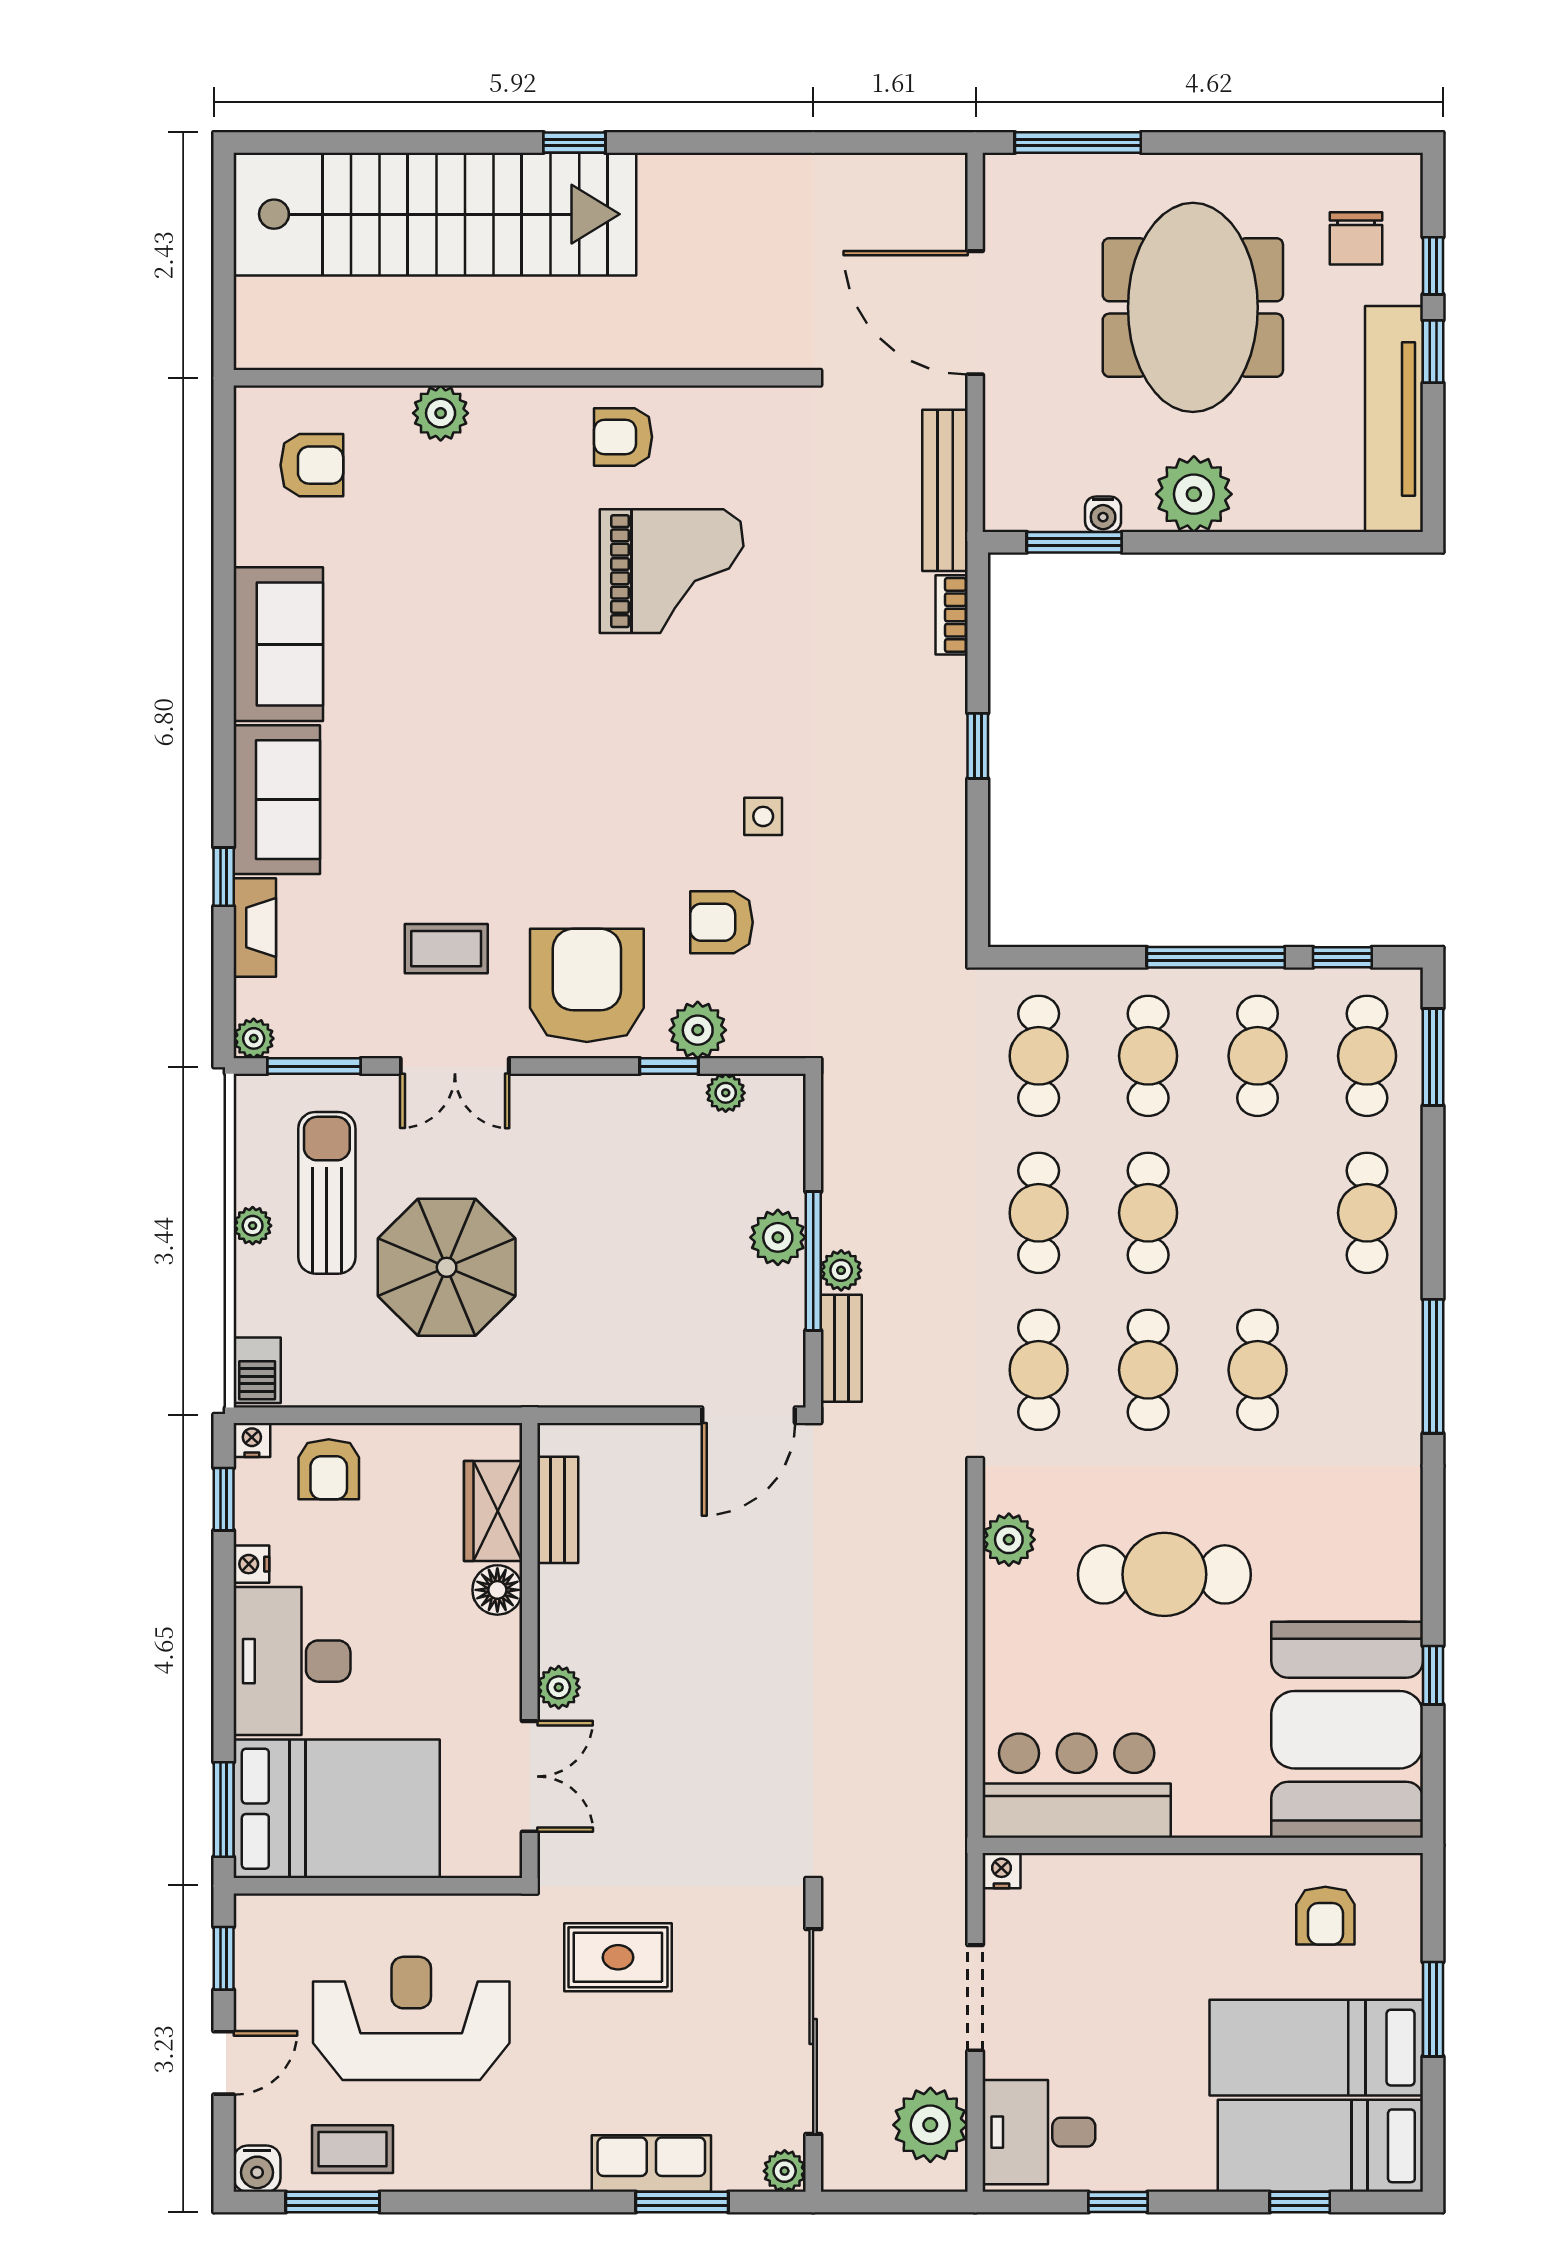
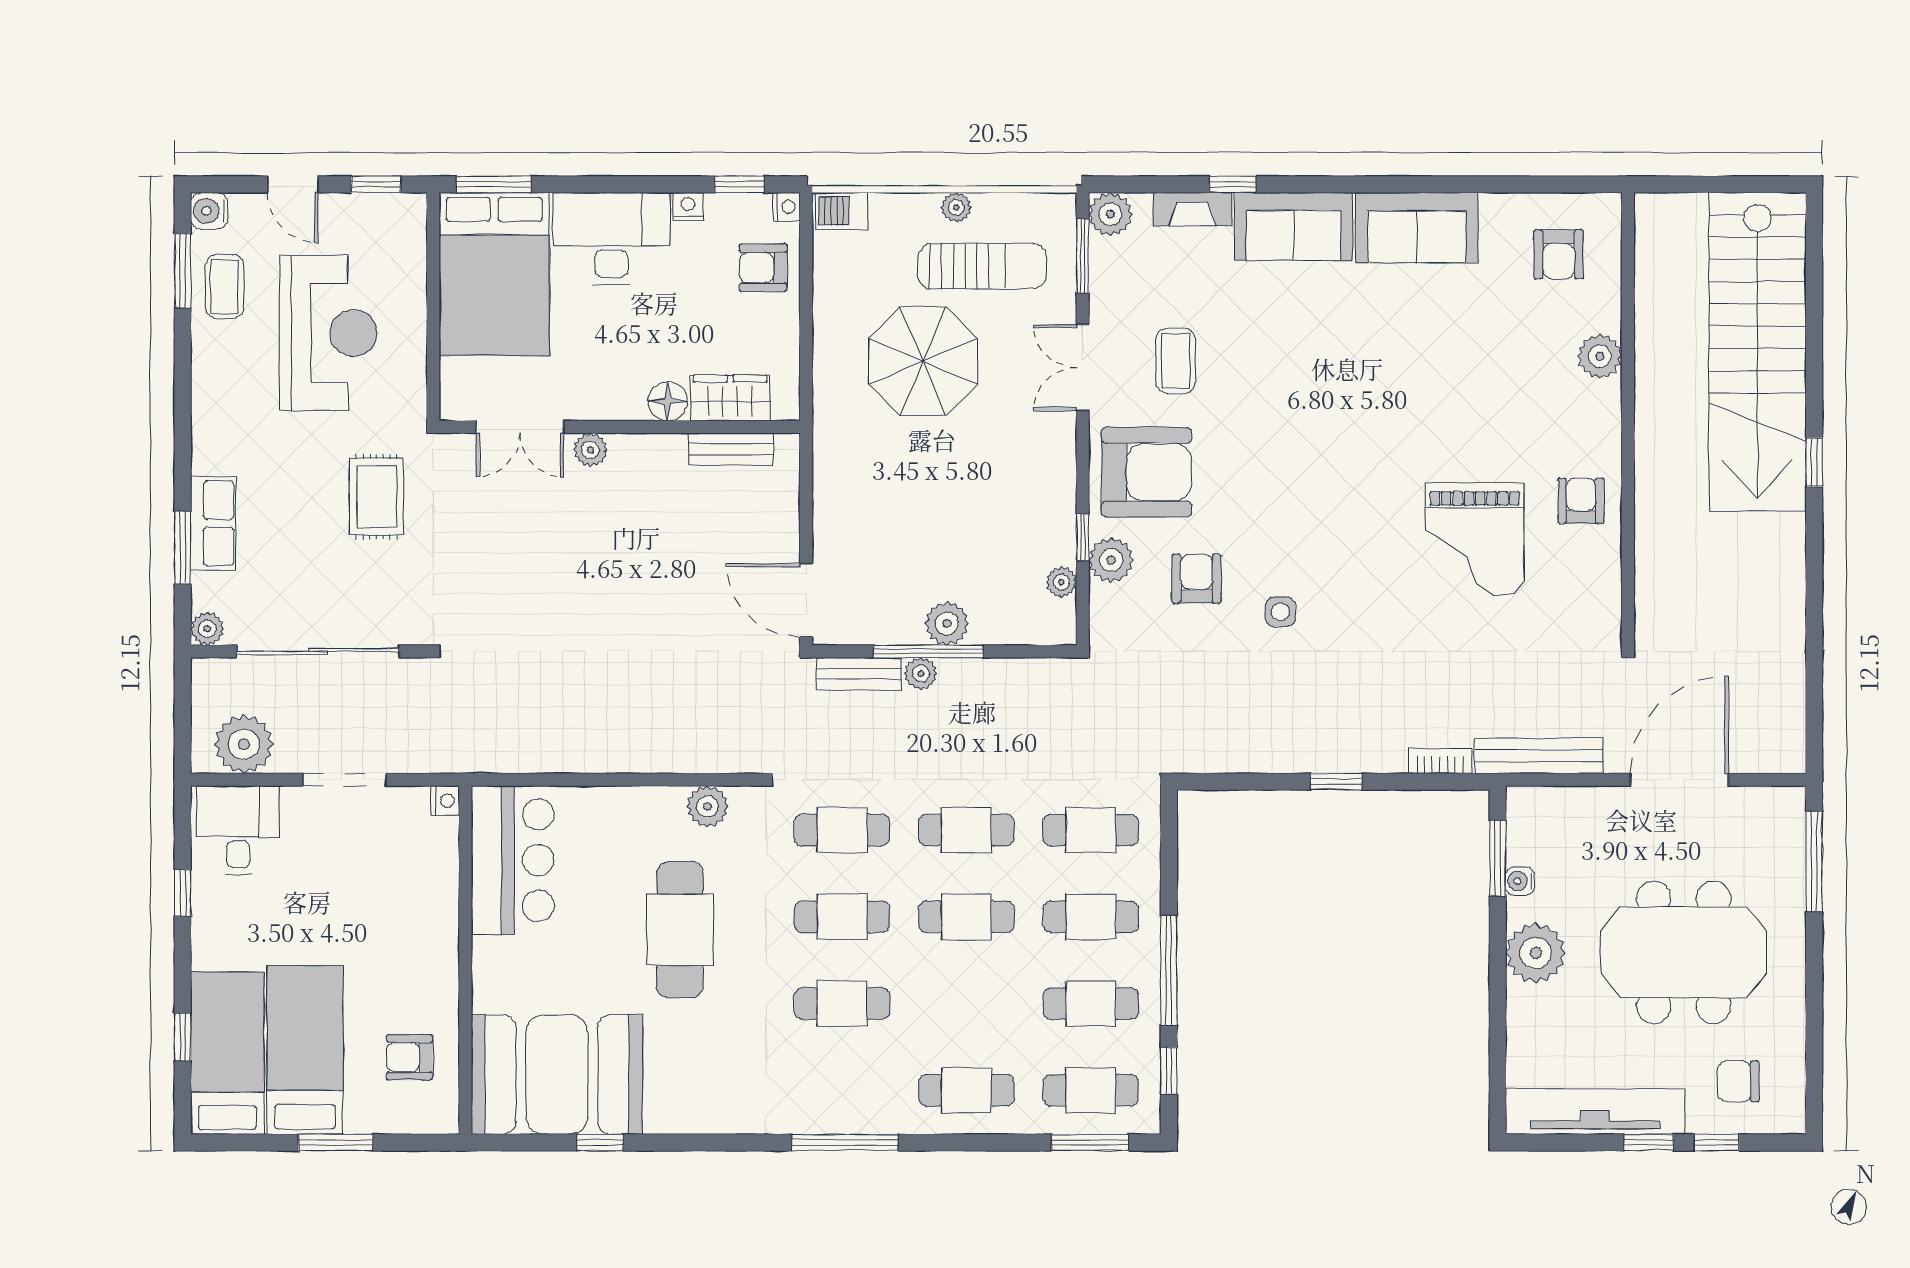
plant: (254, 1038) -> (1110, 214), width x1.38, depth x1.38

